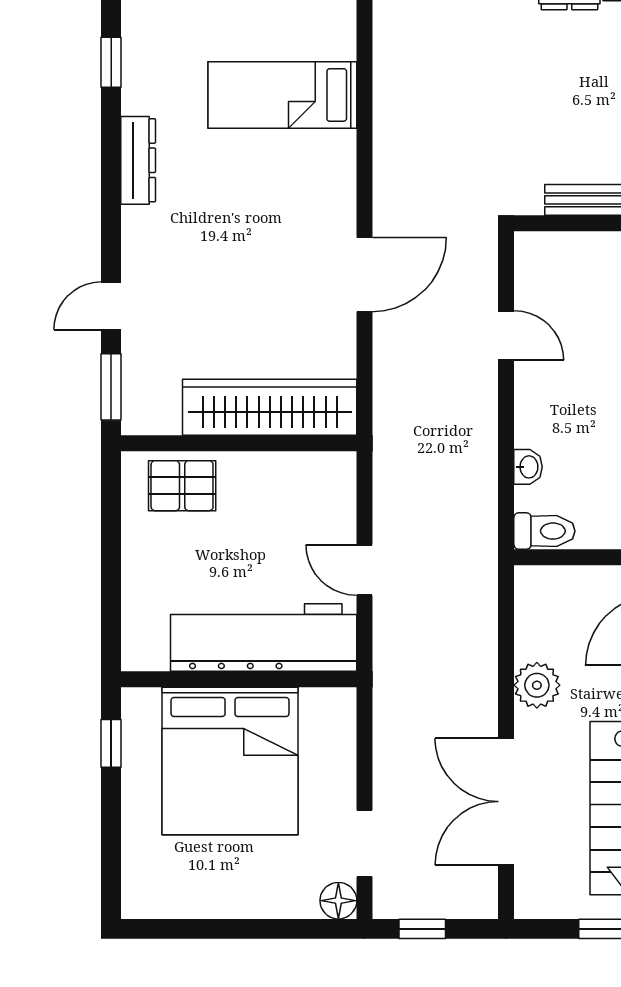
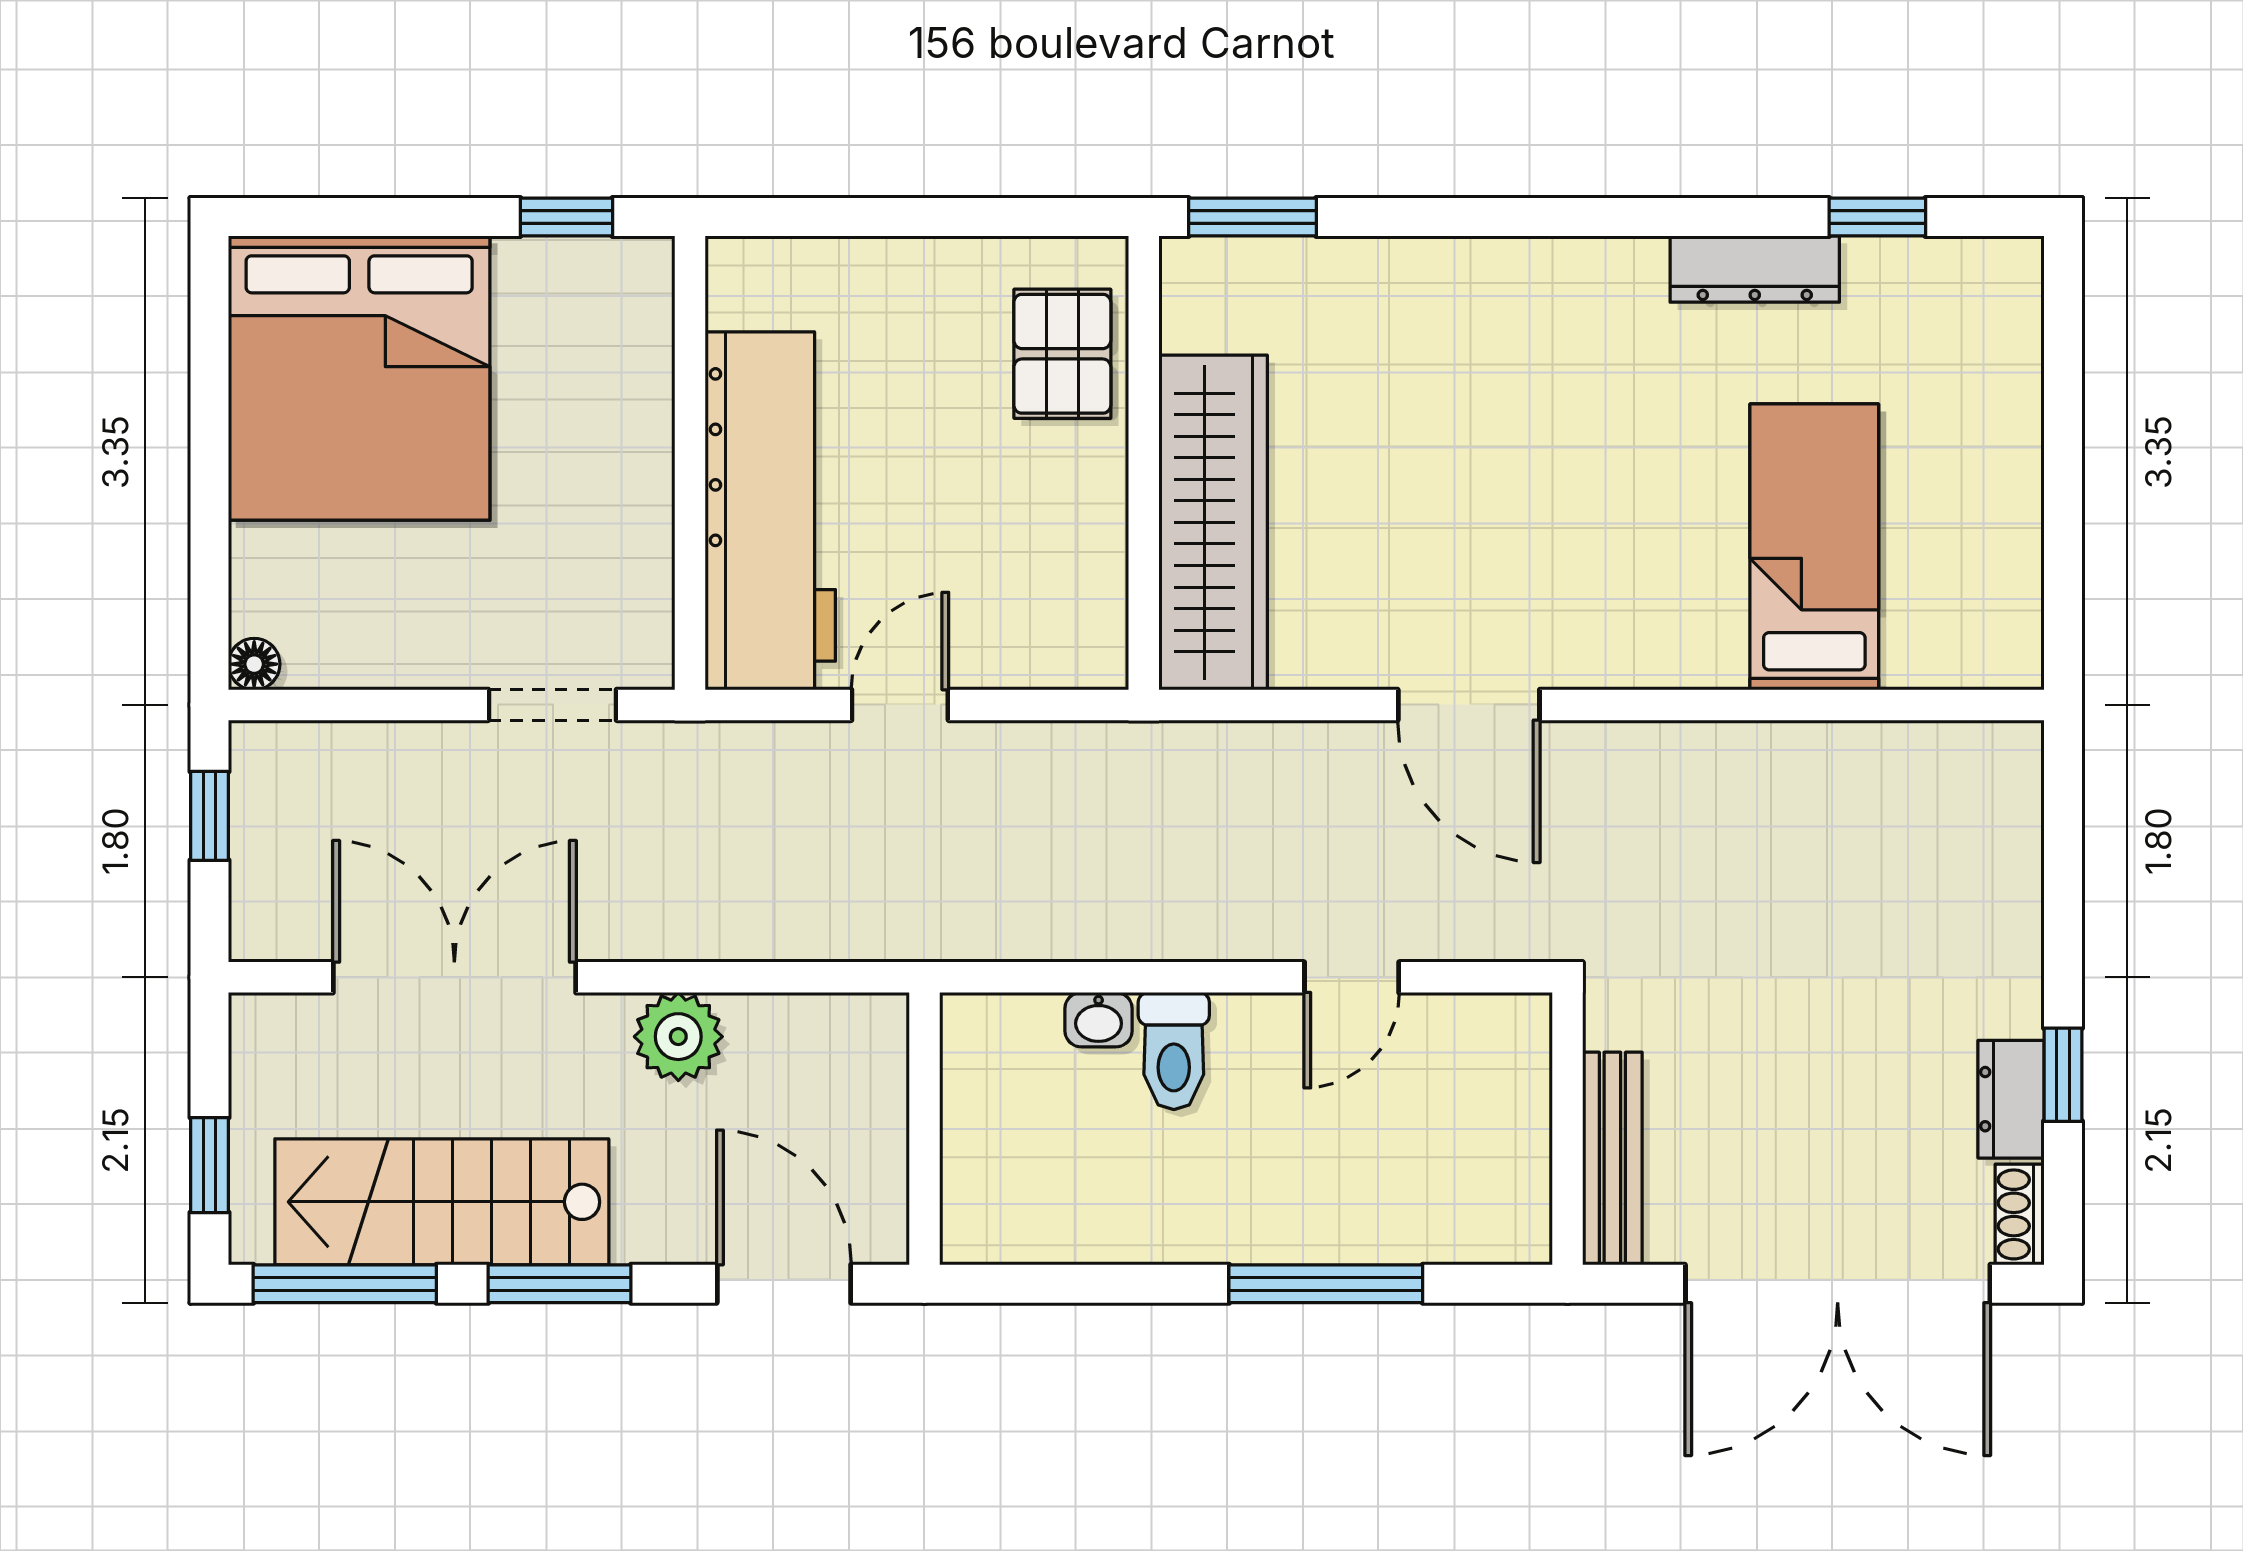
dresser: (138, 160) -> (1755, 269), moved
door: (111, 306) -> (1409, 217), removed
toilet: (544, 531) -> (1174, 1051), moved
bed: (230, 761) -> (359, 378), moved, turned -90
doorway: (365, 843) -> (552, 705), moved
floor lamp: (338, 901) -> (254, 664), width x0.73, depth x0.73

